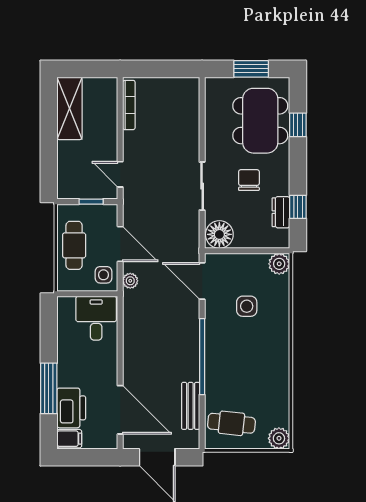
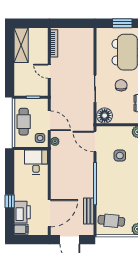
door: (120, 174) -> (49, 71), moved
window: (49, 388) -> (10, 201), width x0.46
door: (120, 410) -> (49, 213), hinge flipped

